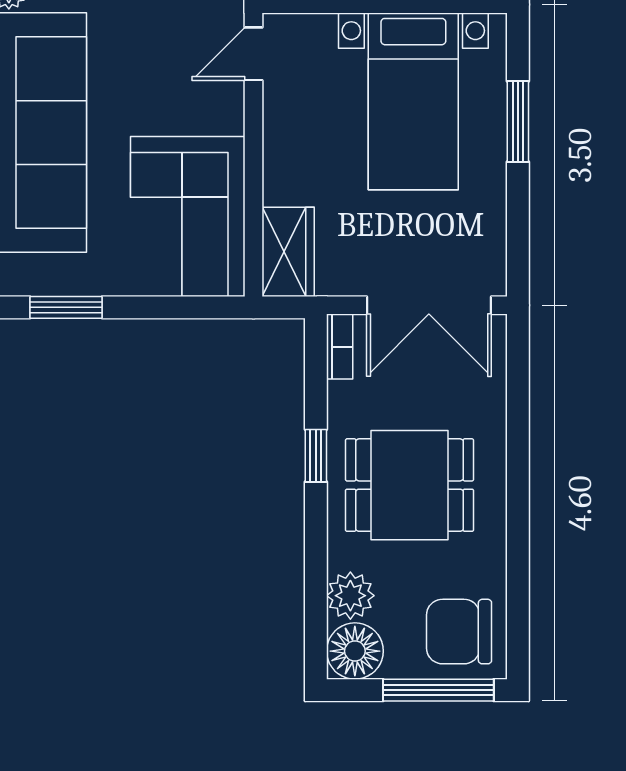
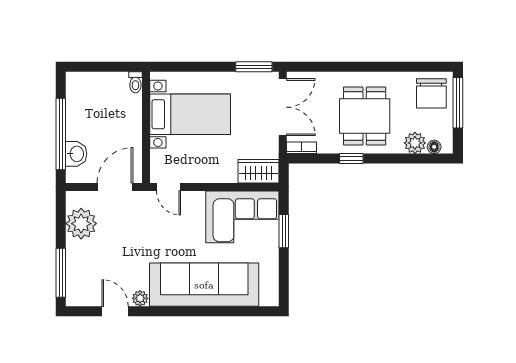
window: (518, 122) -> (254, 67), moved
window: (66, 307) -> (284, 231), moved
floor lamp: (355, 651) -> (434, 147), width x0.53, depth x0.53

